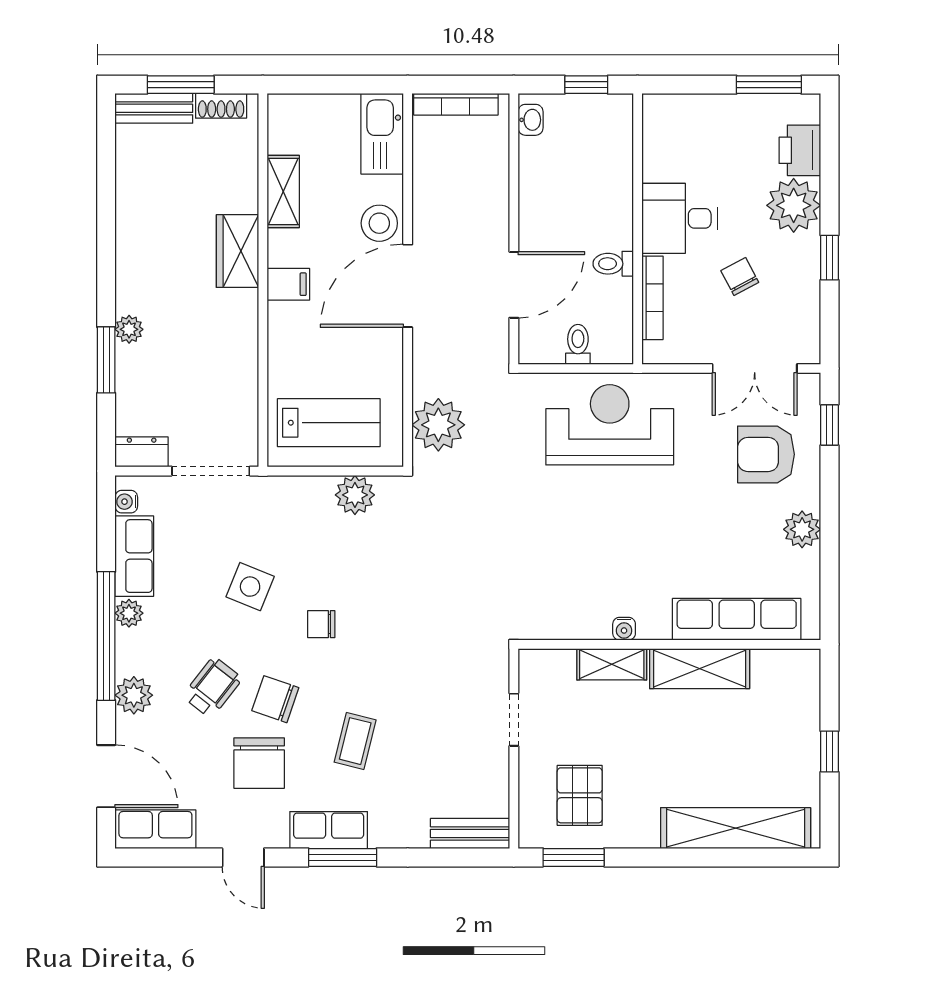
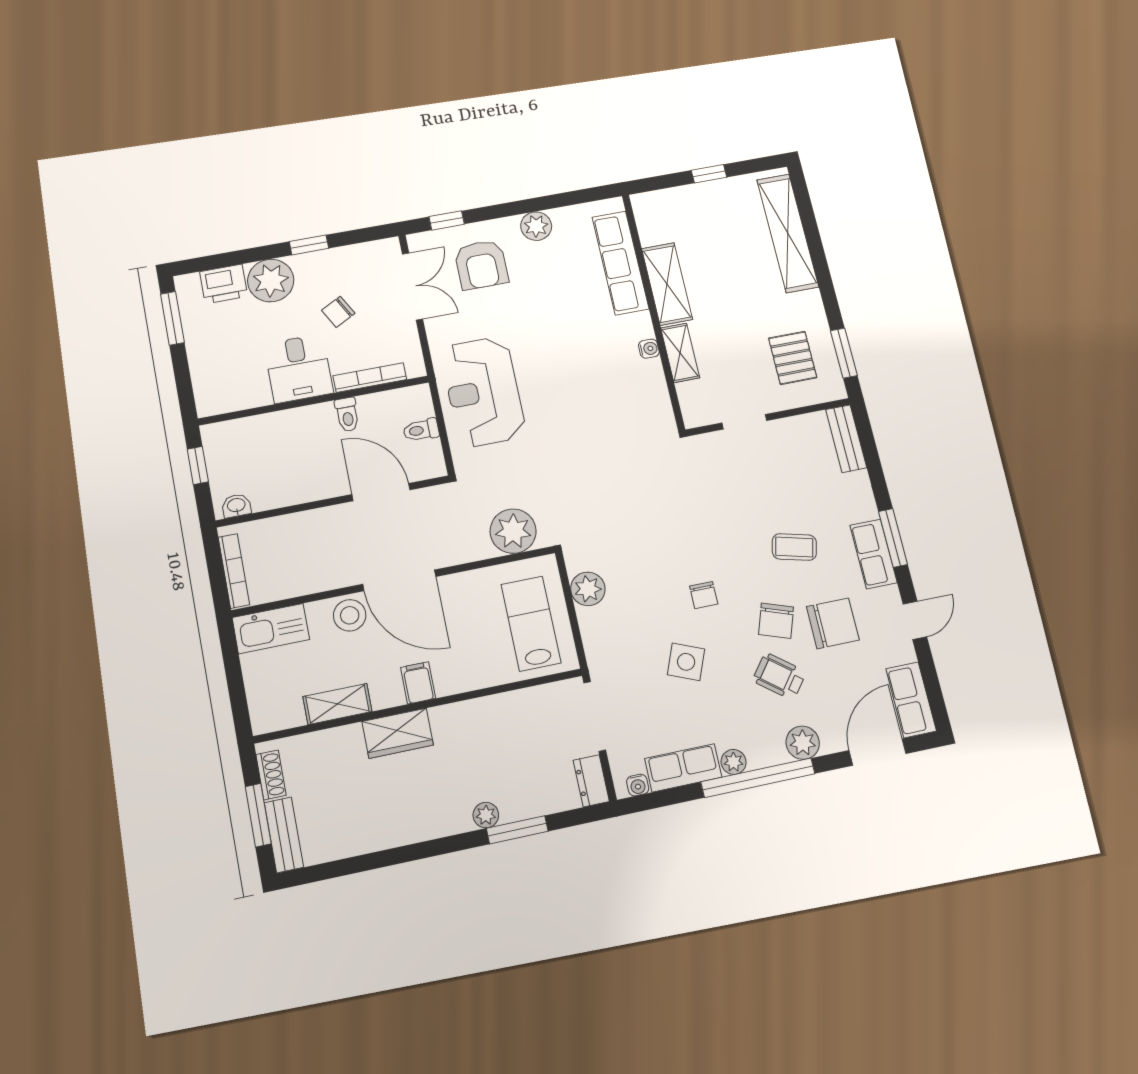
pallet: (580, 795) -> (793, 358), turned 90

